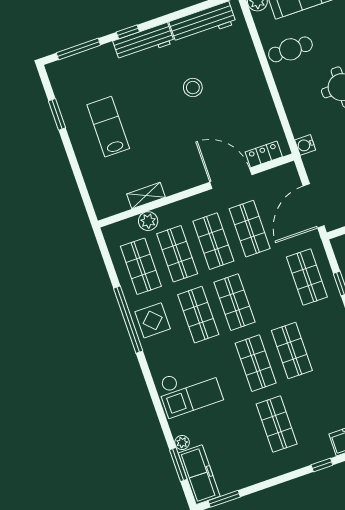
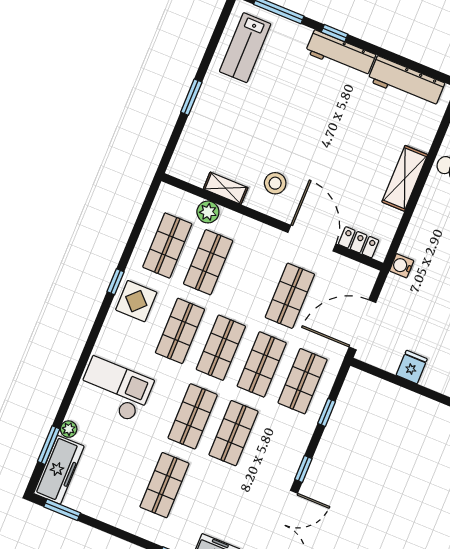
shelving: (257, 86) -> (405, 178), added
stool: (193, 88) -> (275, 183), moved
window: (57, 114) -> (191, 97), moved
lab bench: (108, 127) -> (245, 48), moved, turned 180
shop shelf: (213, 241) -> (262, 364), moved
window: (128, 320) -> (116, 282), width x0.32
checkout: (190, 390) -> (115, 389), turned 180

